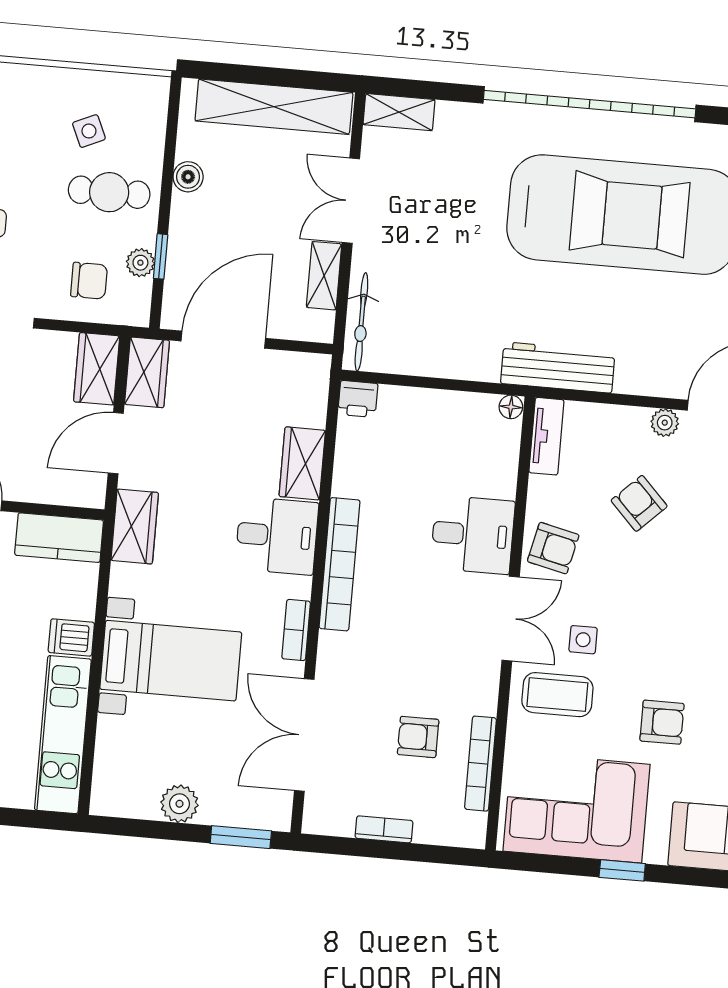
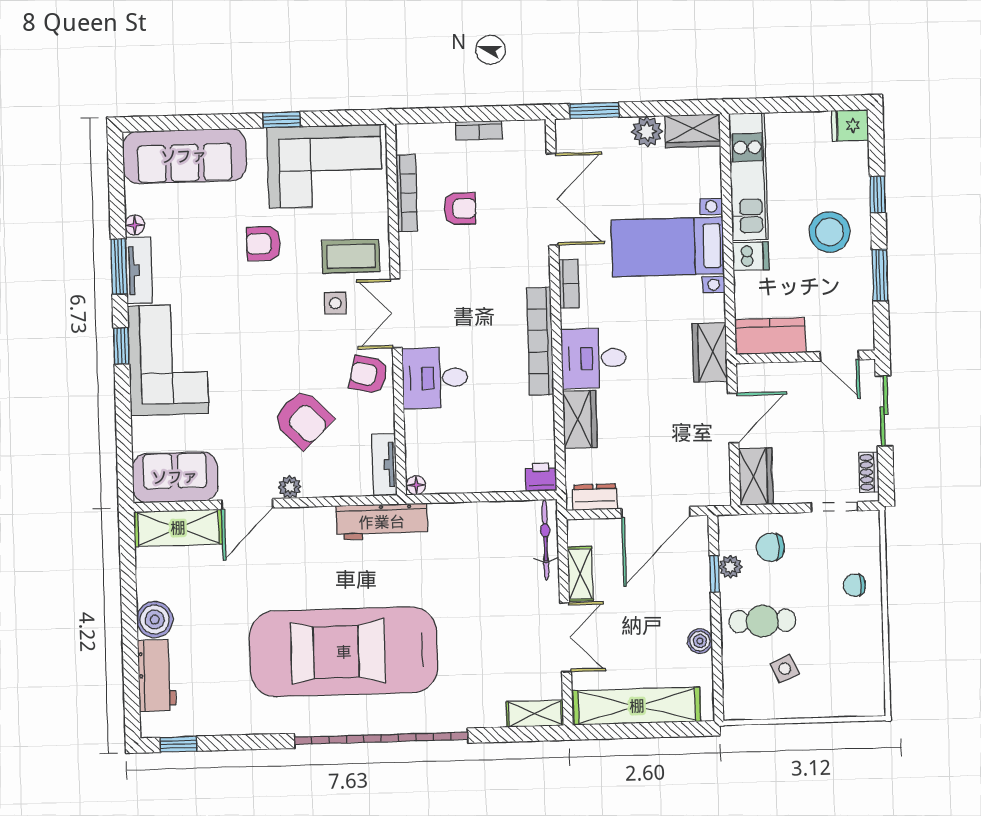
dresser: (295, 367) -> (595, 497), added
wardrobe: (147, 372) -> (693, 131), moved, turned -90
armchair: (639, 503) -> (303, 419), width x1.38, depth x1.38

